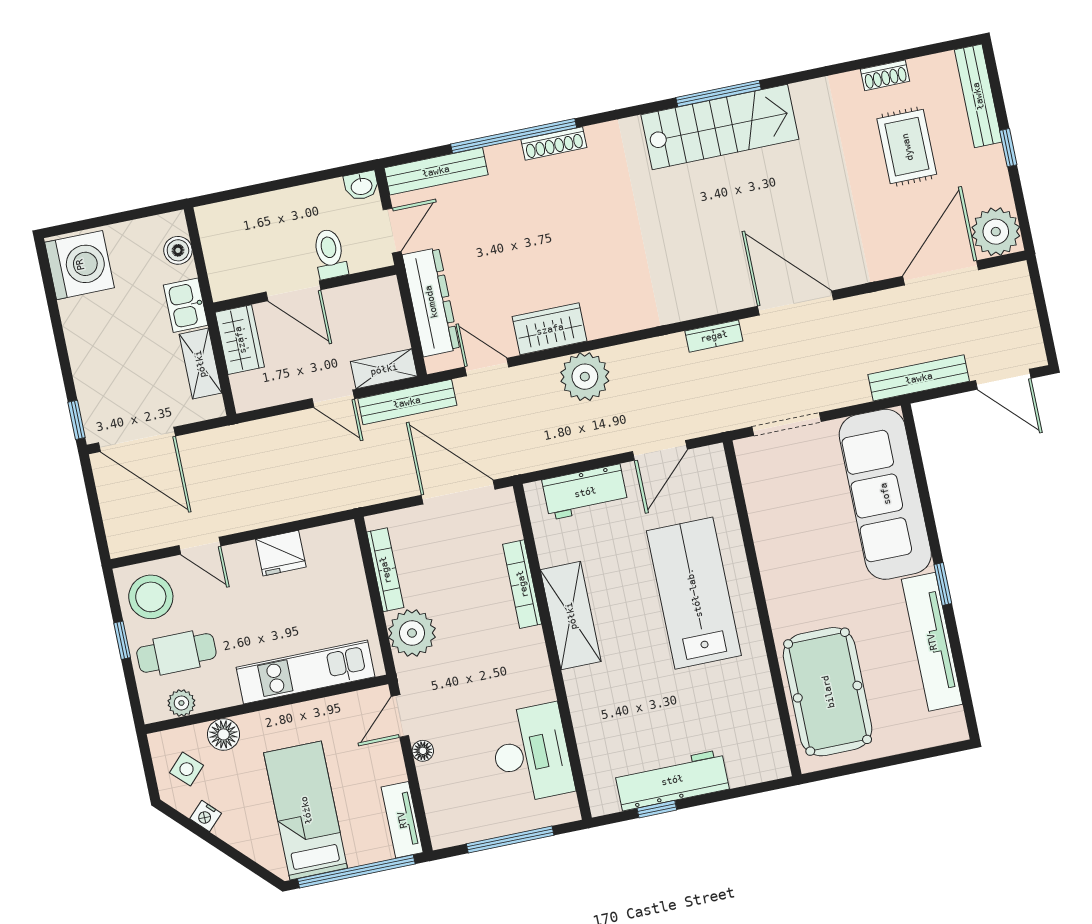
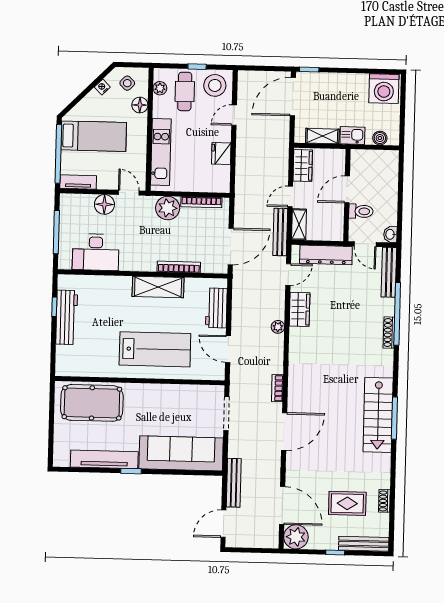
wardrobe: (240, 340) -> (303, 166), moved, turned -90
plant: (585, 377) -> (278, 327), width x0.53, depth x0.53
floor lamp: (423, 751) -> (104, 204), width x1.89, depth x1.89

